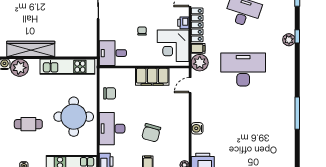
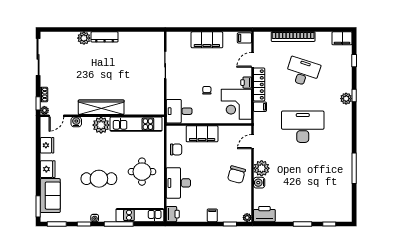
plant: (200, 63) -> (262, 168), moved
plant: (19, 68) -> (101, 125), moved
filing cabinet: (152, 77) -> (202, 134), moved
round table: (74, 117) -> (142, 172), width x0.73, depth x0.73
cafe table: (28, 124) -> (99, 179), width x1.37, depth x1.35
chair: (151, 133) -> (236, 175), moved

